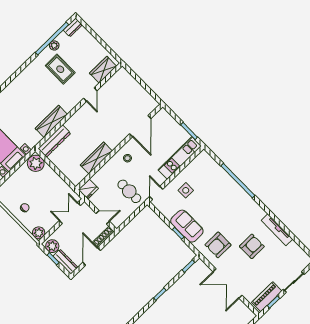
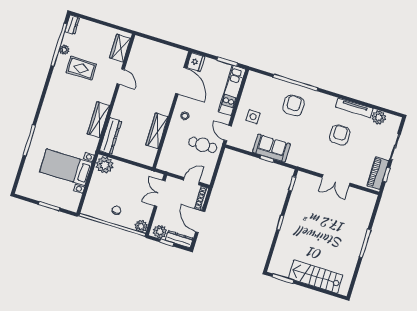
fridge: (88, 189) -> (196, 62), moved
armchair: (218, 245) -> (293, 105), moved, turned 180
plant: (293, 249) -> (379, 117), added
double door: (228, 283) -> (336, 180), width x0.73

